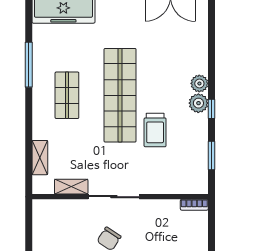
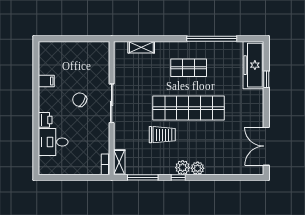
window: (29, 65) -> (212, 39), width x1.46
trolley: (155, 130) -> (162, 135), turned 180
window: (211, 156) -> (143, 177), width x1.44
shelving: (71, 187) -> (119, 162), moved

